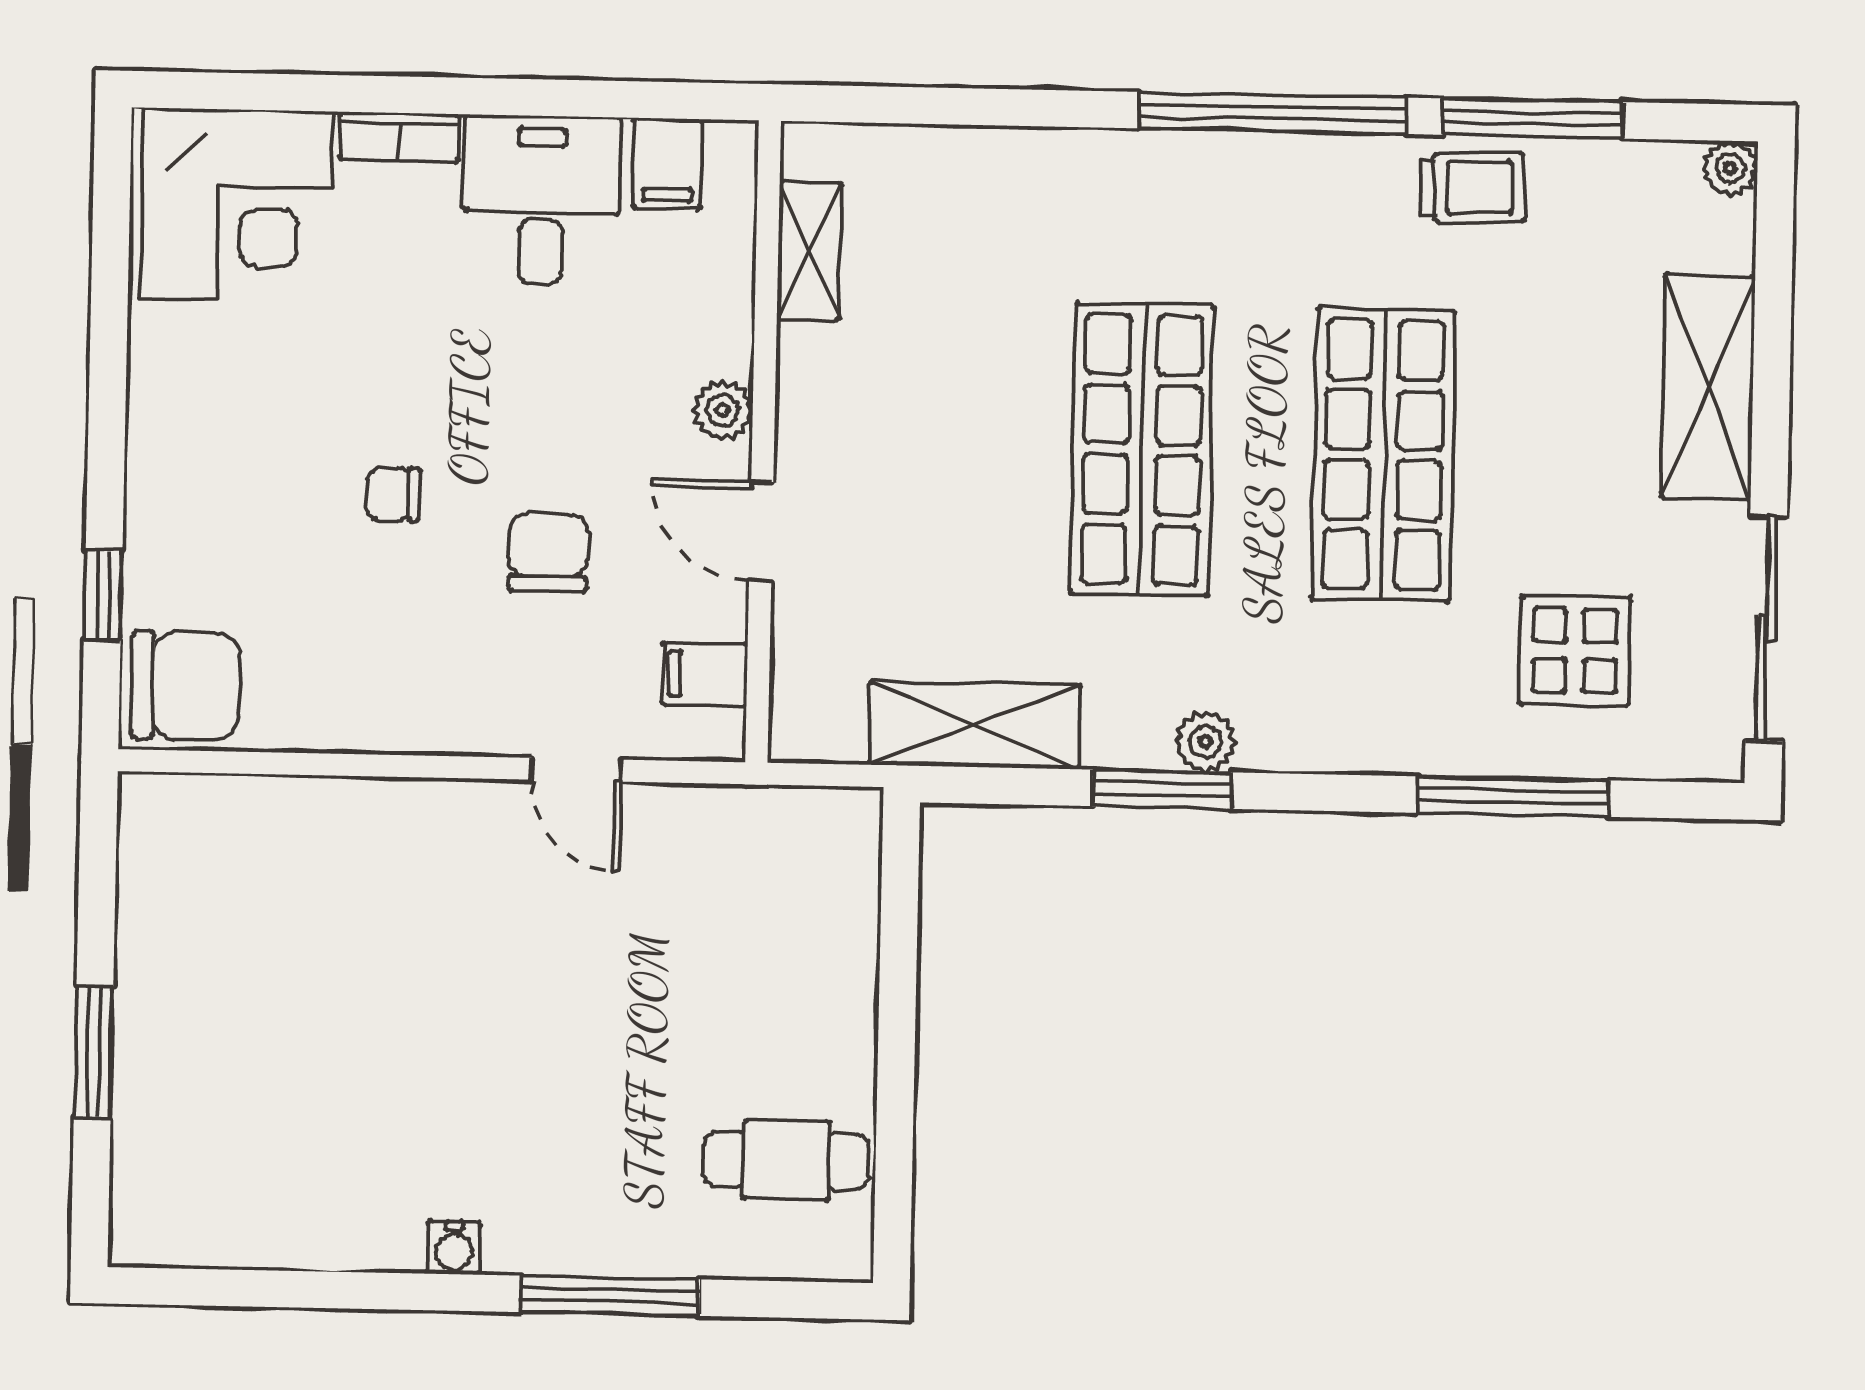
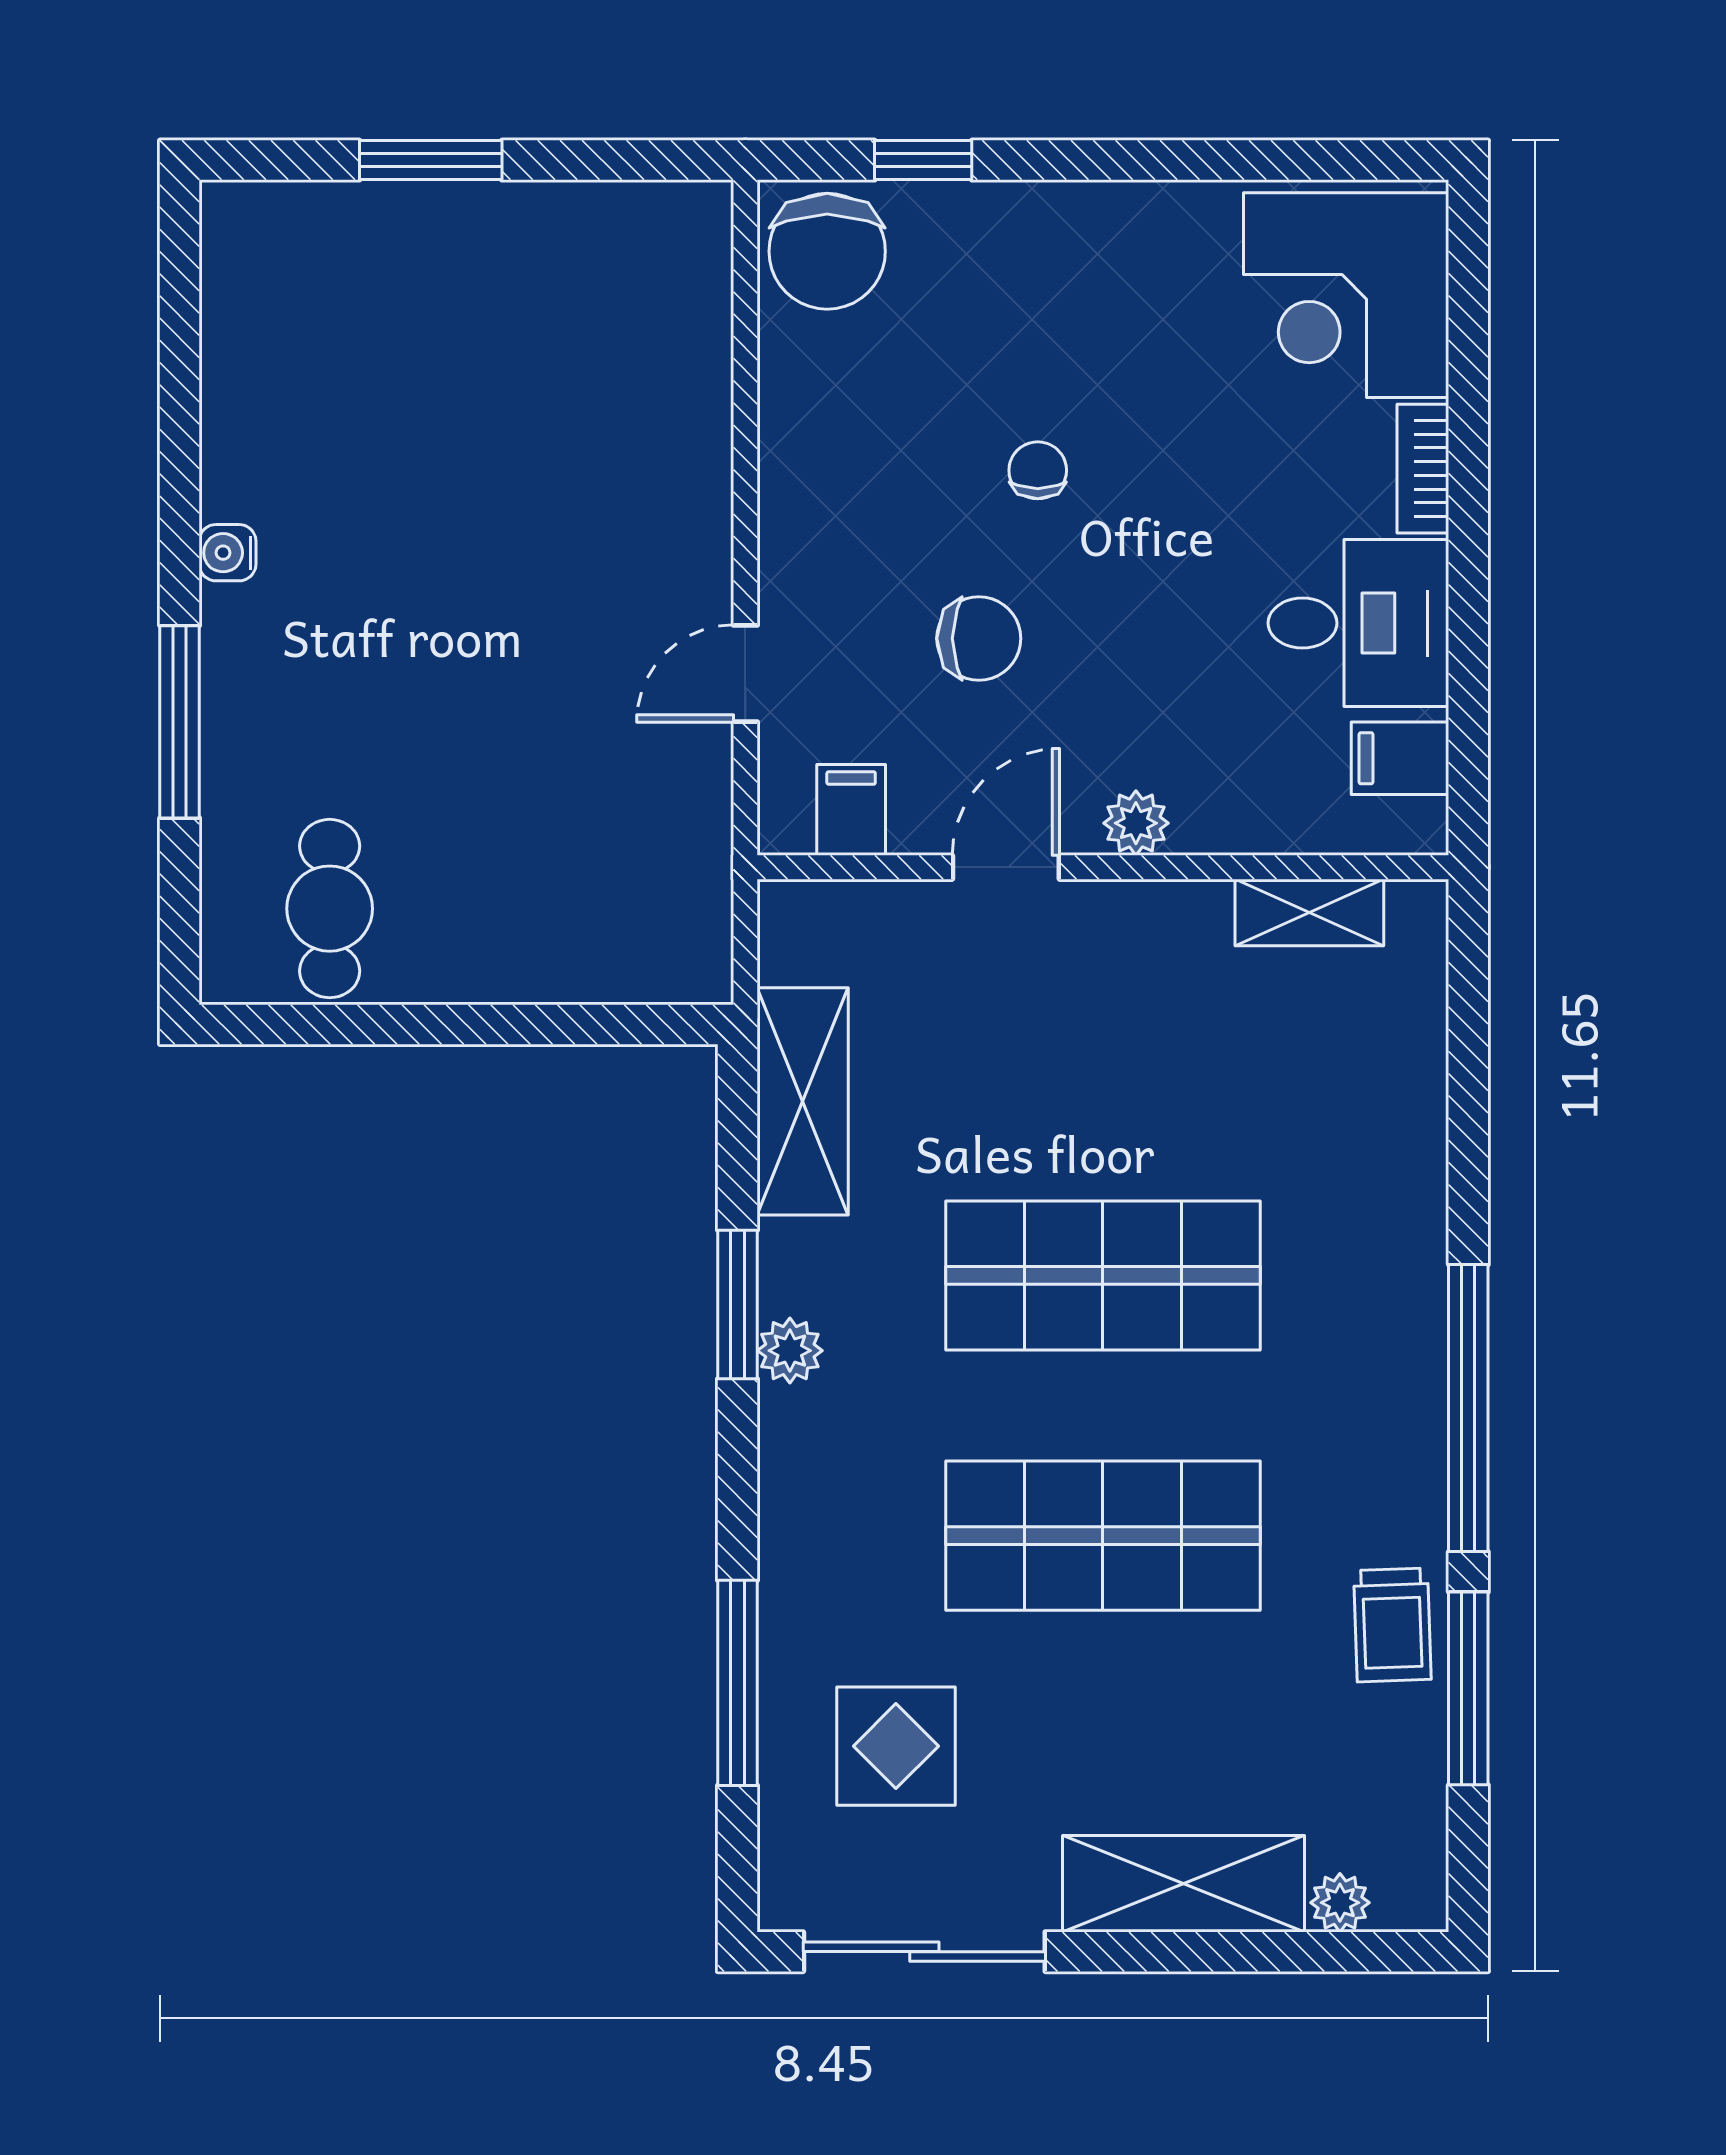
plant: (1730, 168) -> (1340, 1903), moved

